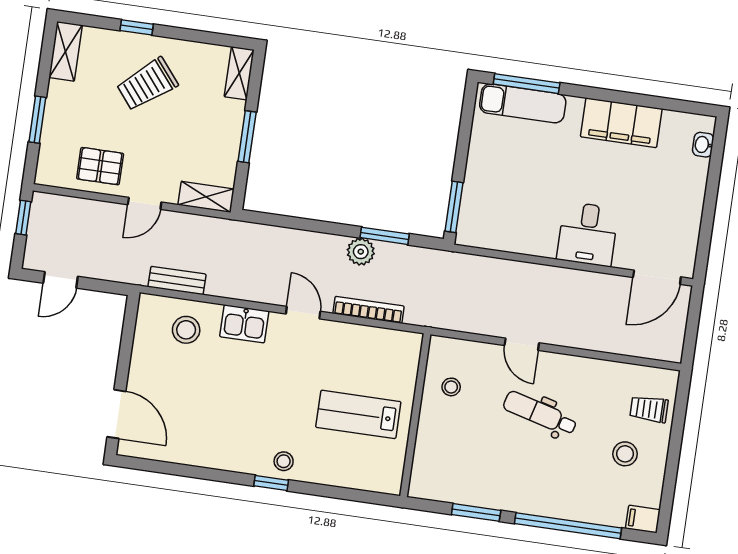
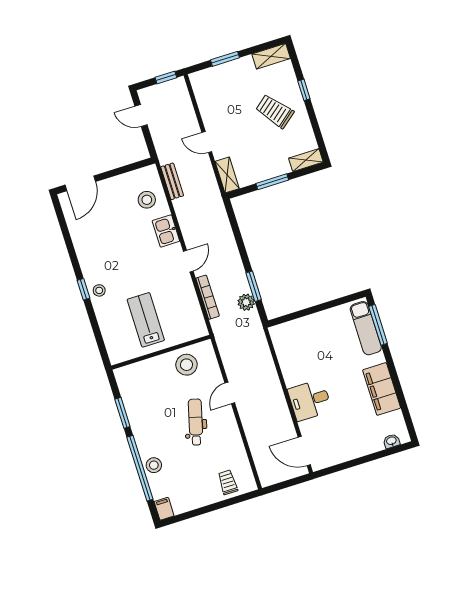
pallet: (100, 166) -> (216, 107), removed
window: (454, 207) -> (289, 317), removed
plant: (361, 252) -> (246, 302), moved
stool: (451, 387) -> (186, 365), width x1.89, depth x1.89
stool: (625, 454) -> (154, 465), moved

